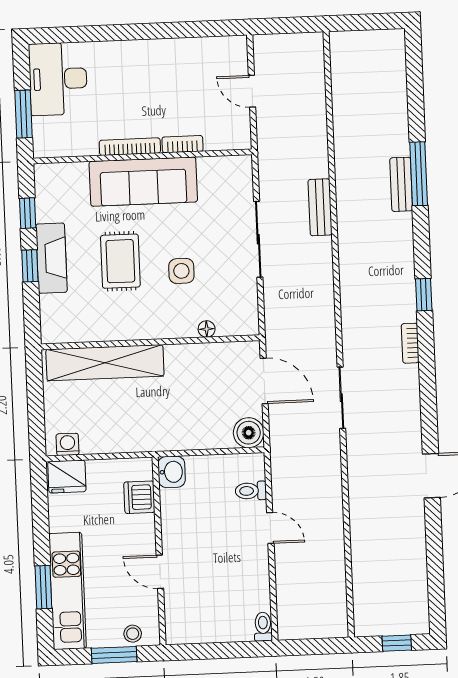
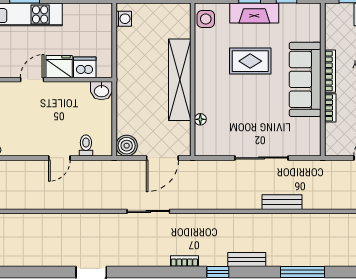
bench: (401, 184) -> (247, 259), moved
side table: (181, 271) -> (206, 19), moved
shelving: (105, 363) -> (180, 80), moved
fridge: (67, 477) -> (59, 67), moved, turned 90

